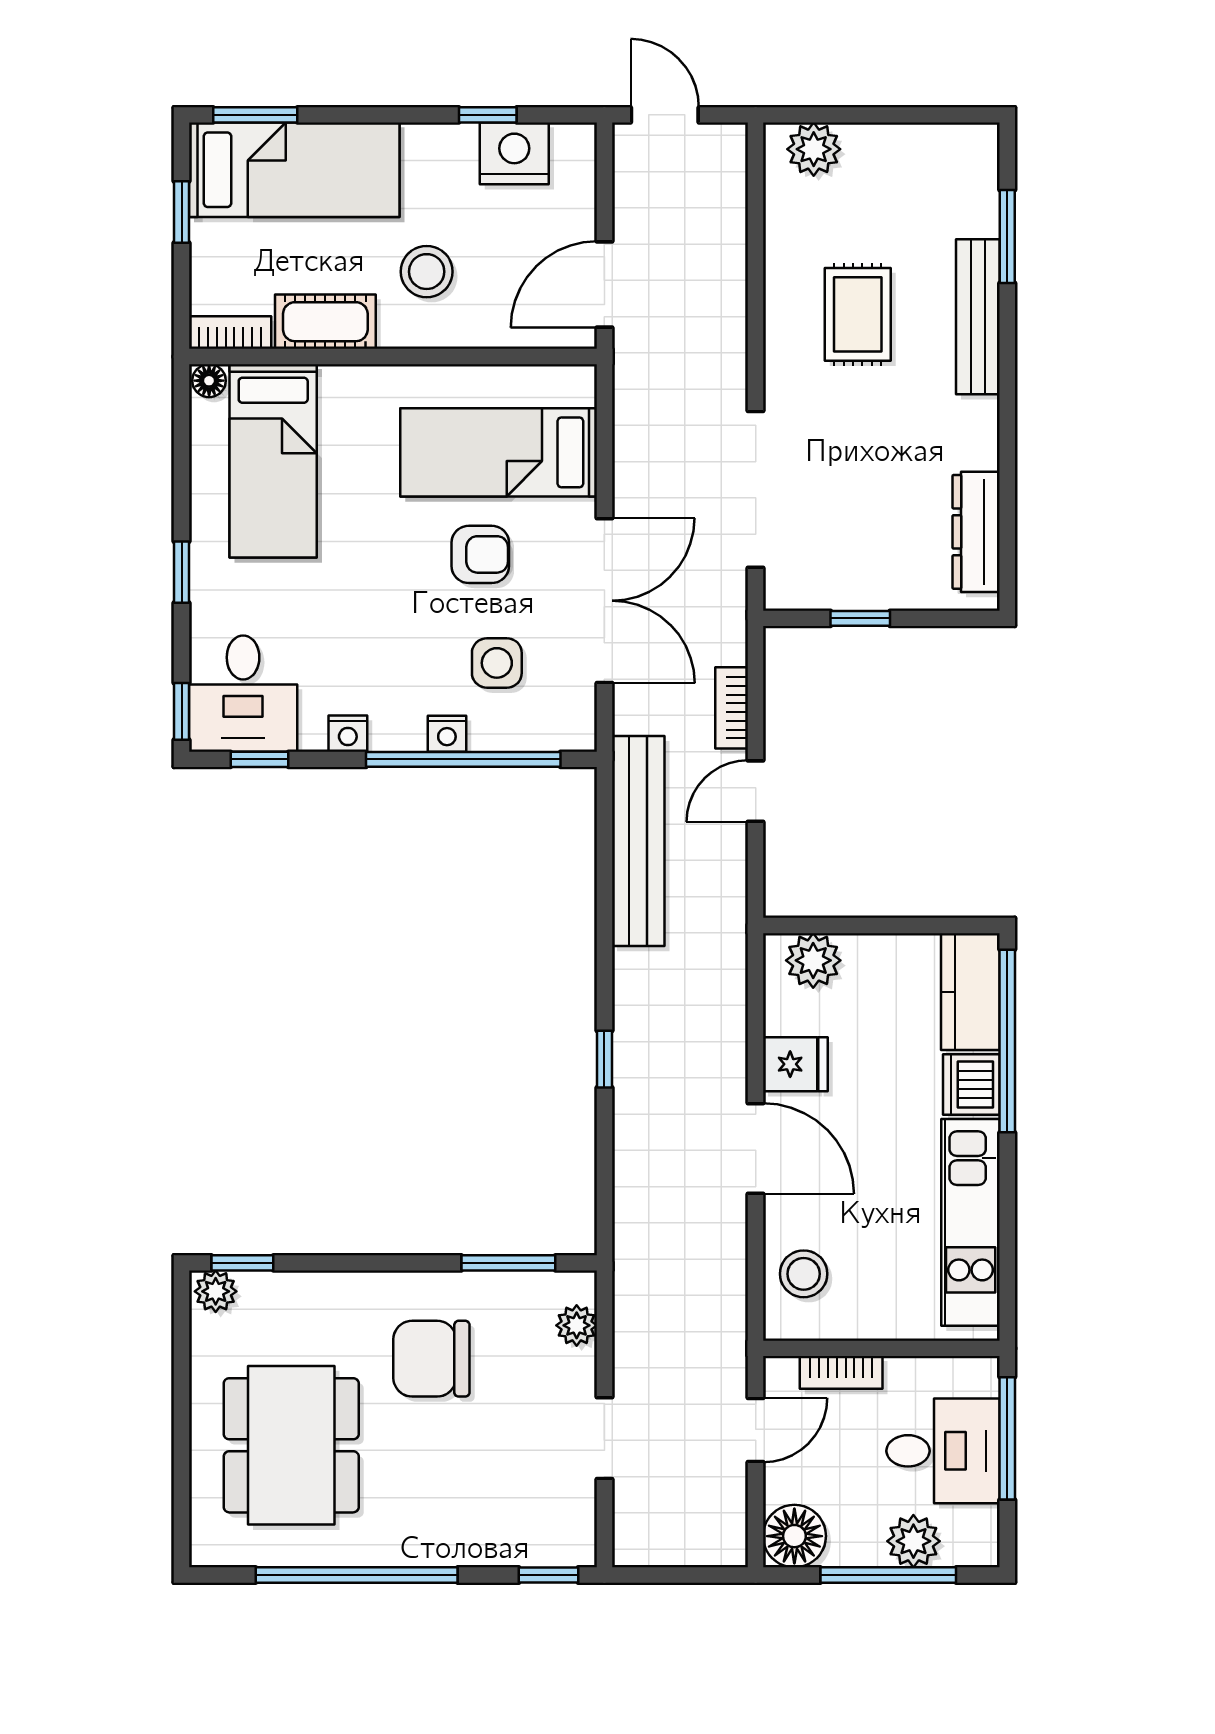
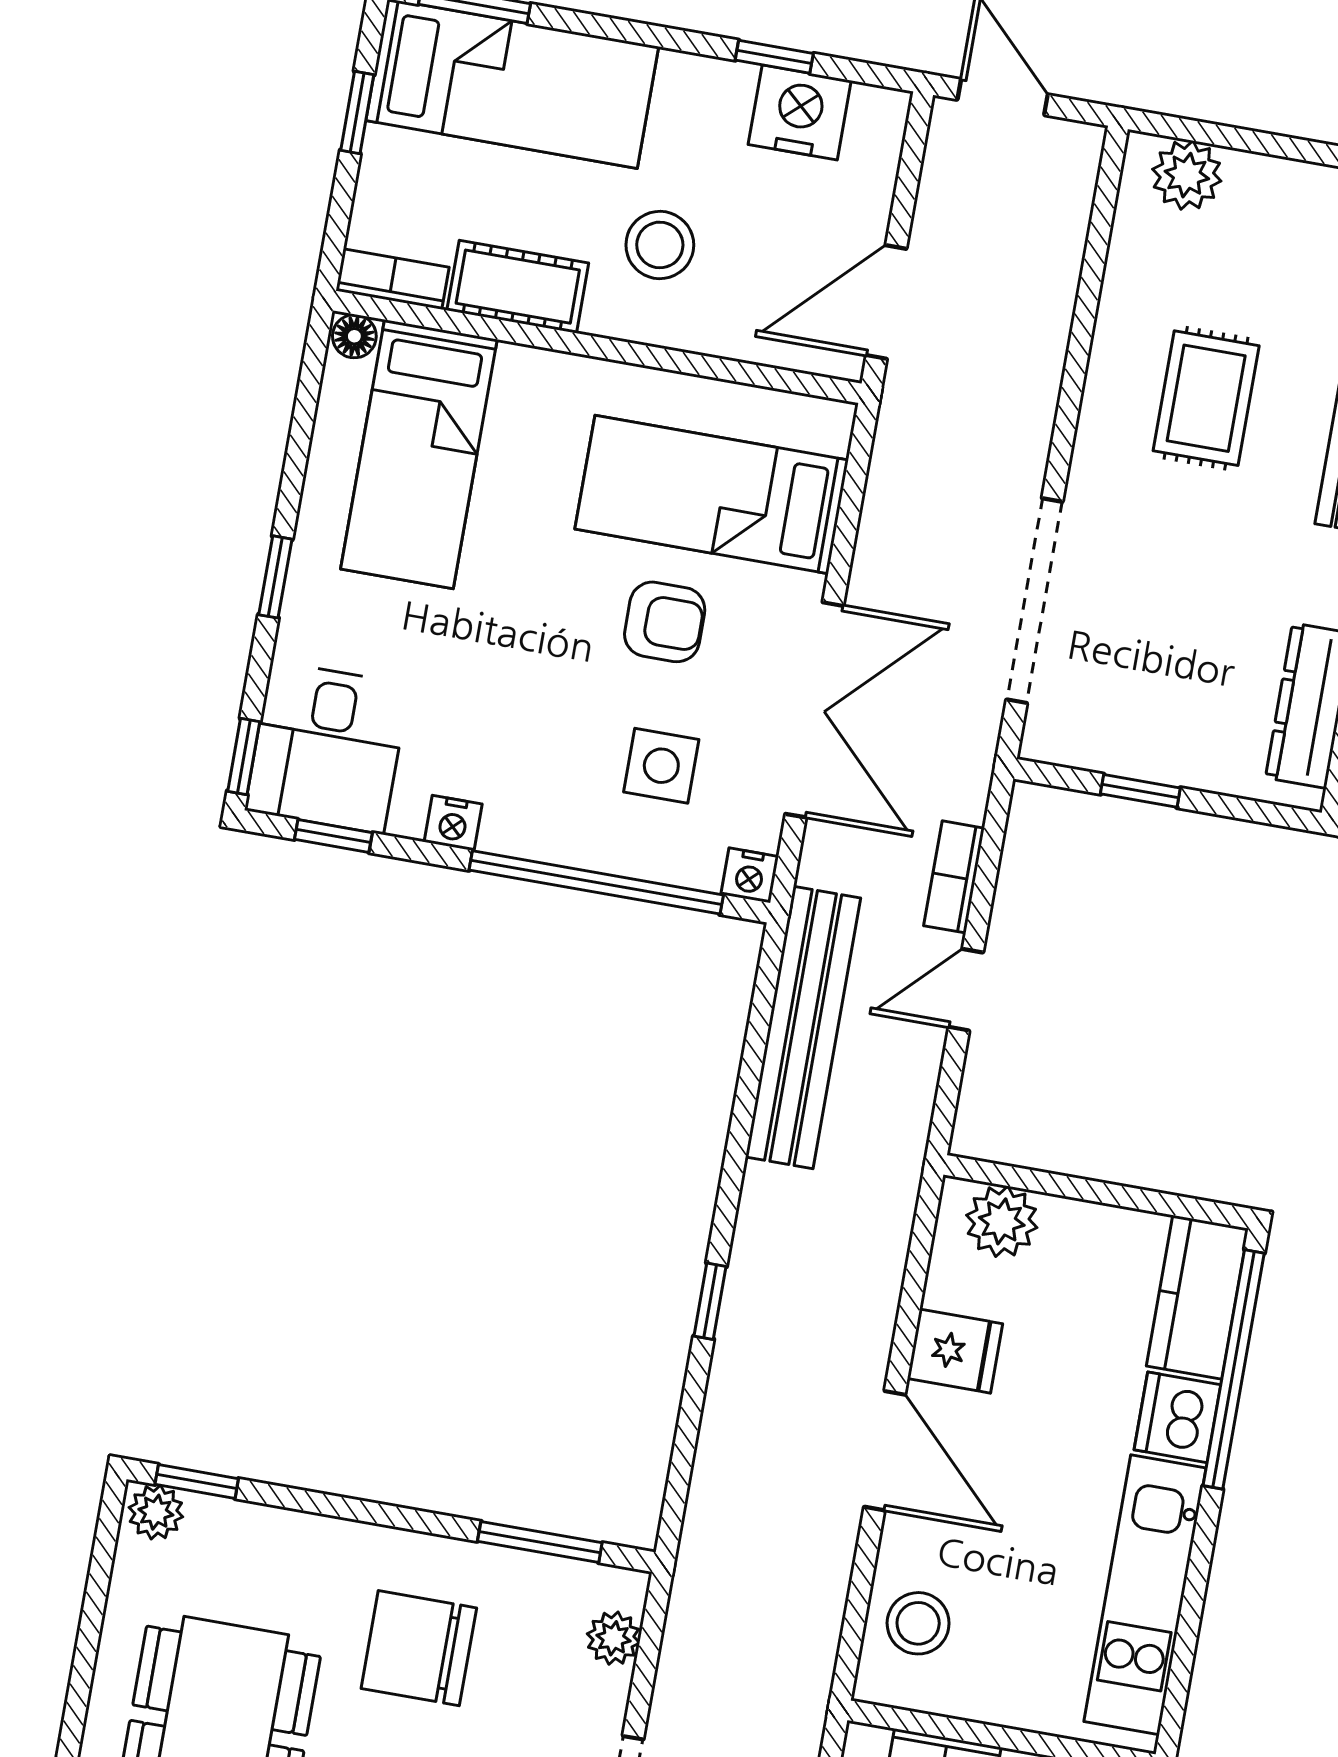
nightstand: (447, 734) -> (750, 875), moved

